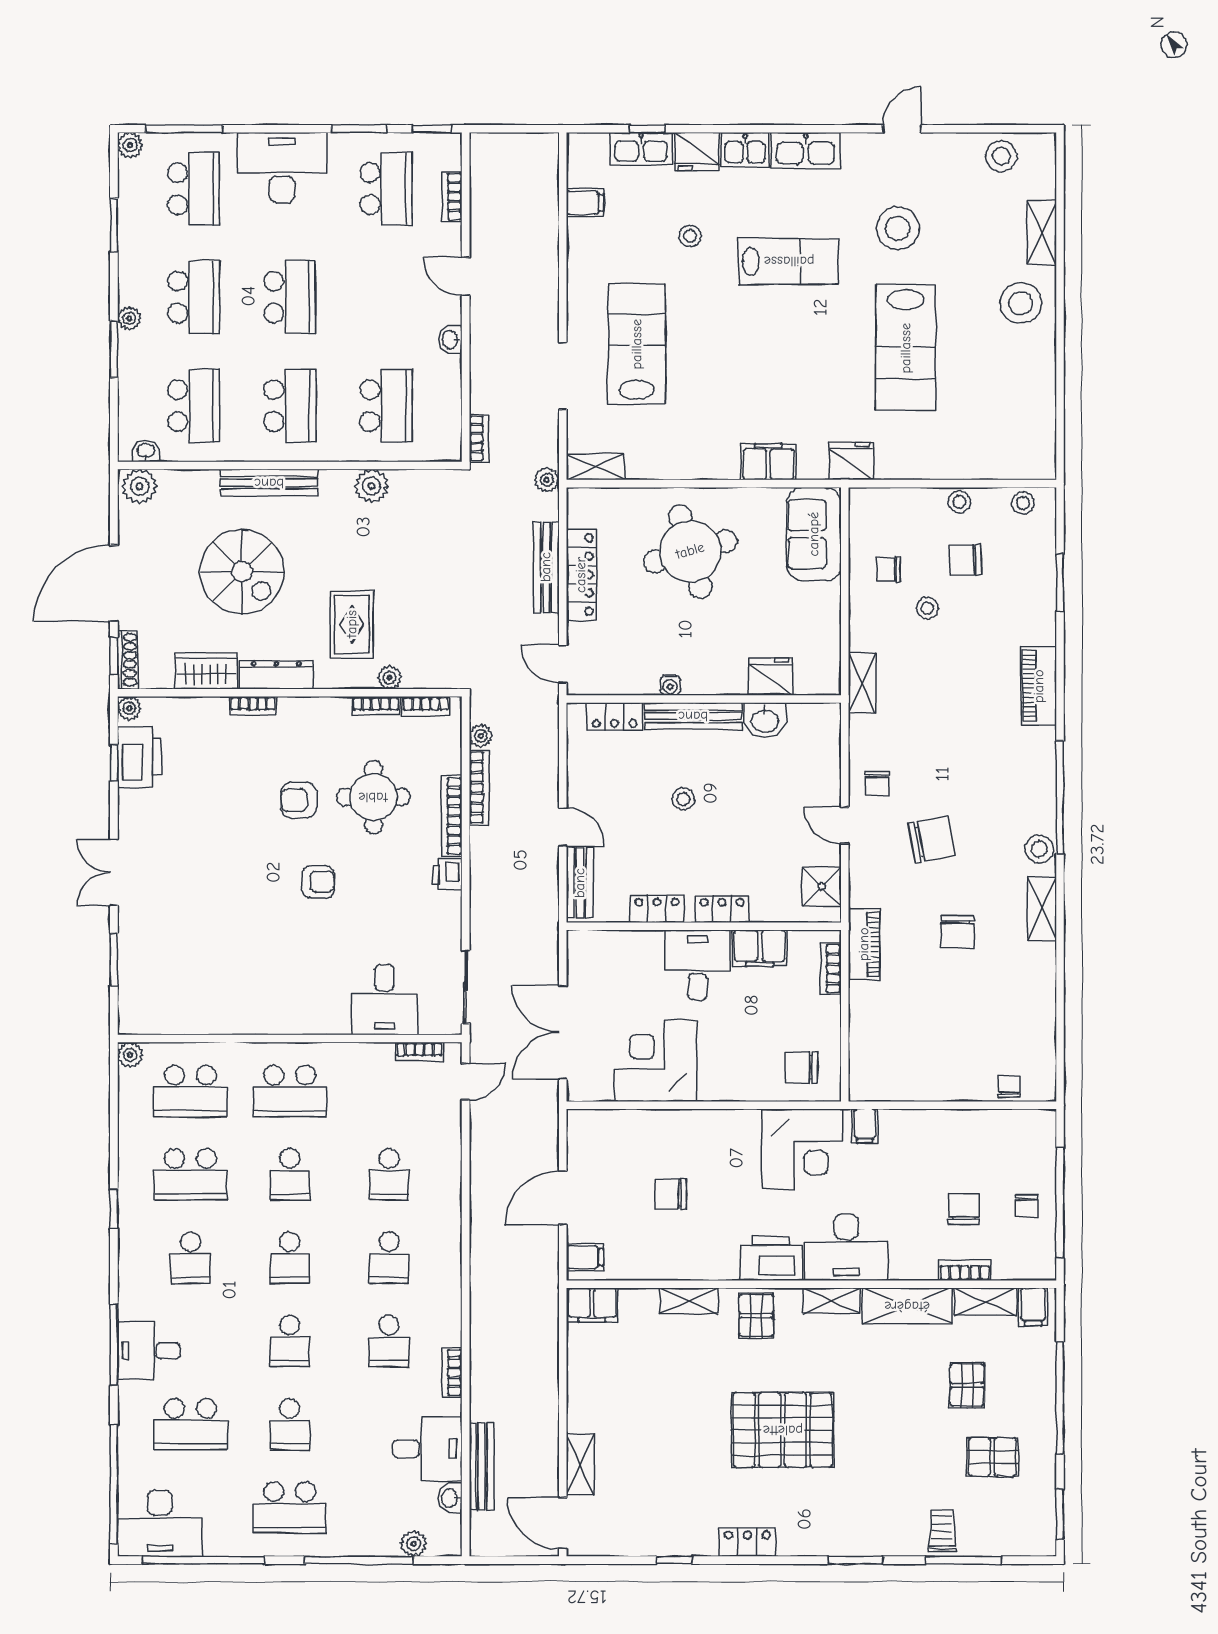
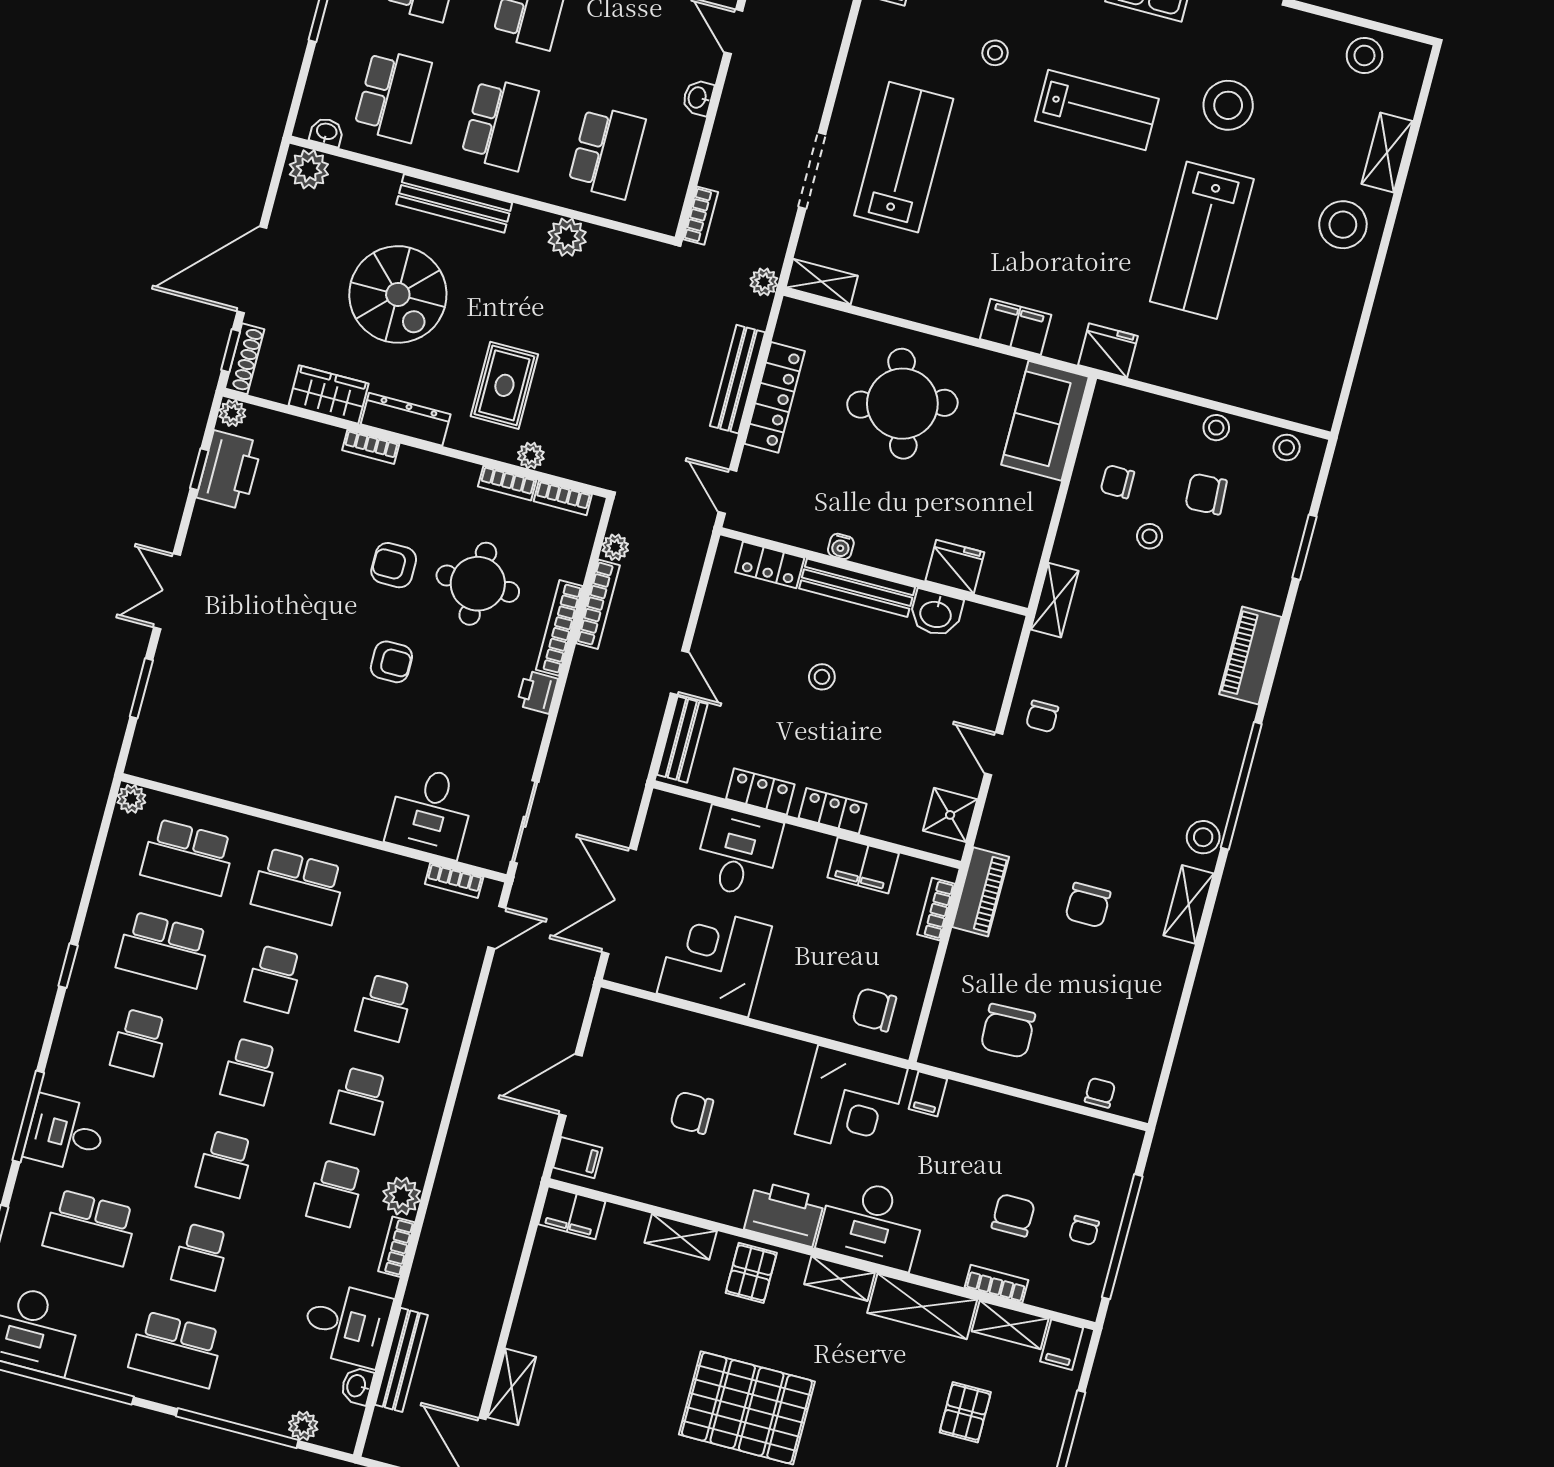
chair: (931, 839) -> (1008, 1031), moved, turned 99
desk: (697, 965) -> (738, 852), moved
plant: (445, 1329) -> (402, 1196), added

